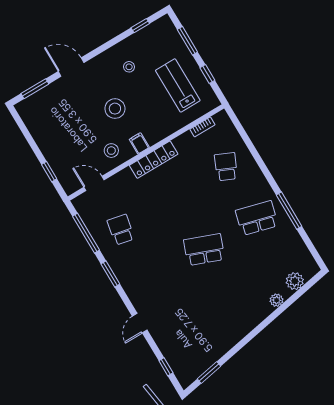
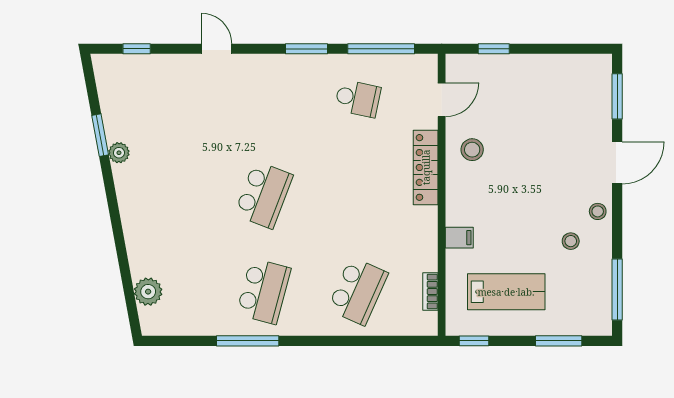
window: (140, 26) -> (617, 289), width x2.17
window: (207, 74) -> (474, 341), moved
stool: (115, 109) -> (598, 211), moved, width x0.53, depth x0.53
filing cabinet: (139, 143) -> (459, 238), moved
locker: (154, 160) -> (426, 167), moved
school desk: (226, 167) -> (358, 291), width x1.85
plant: (277, 300) -> (119, 153), moved
window: (209, 373) -> (100, 135), moved

